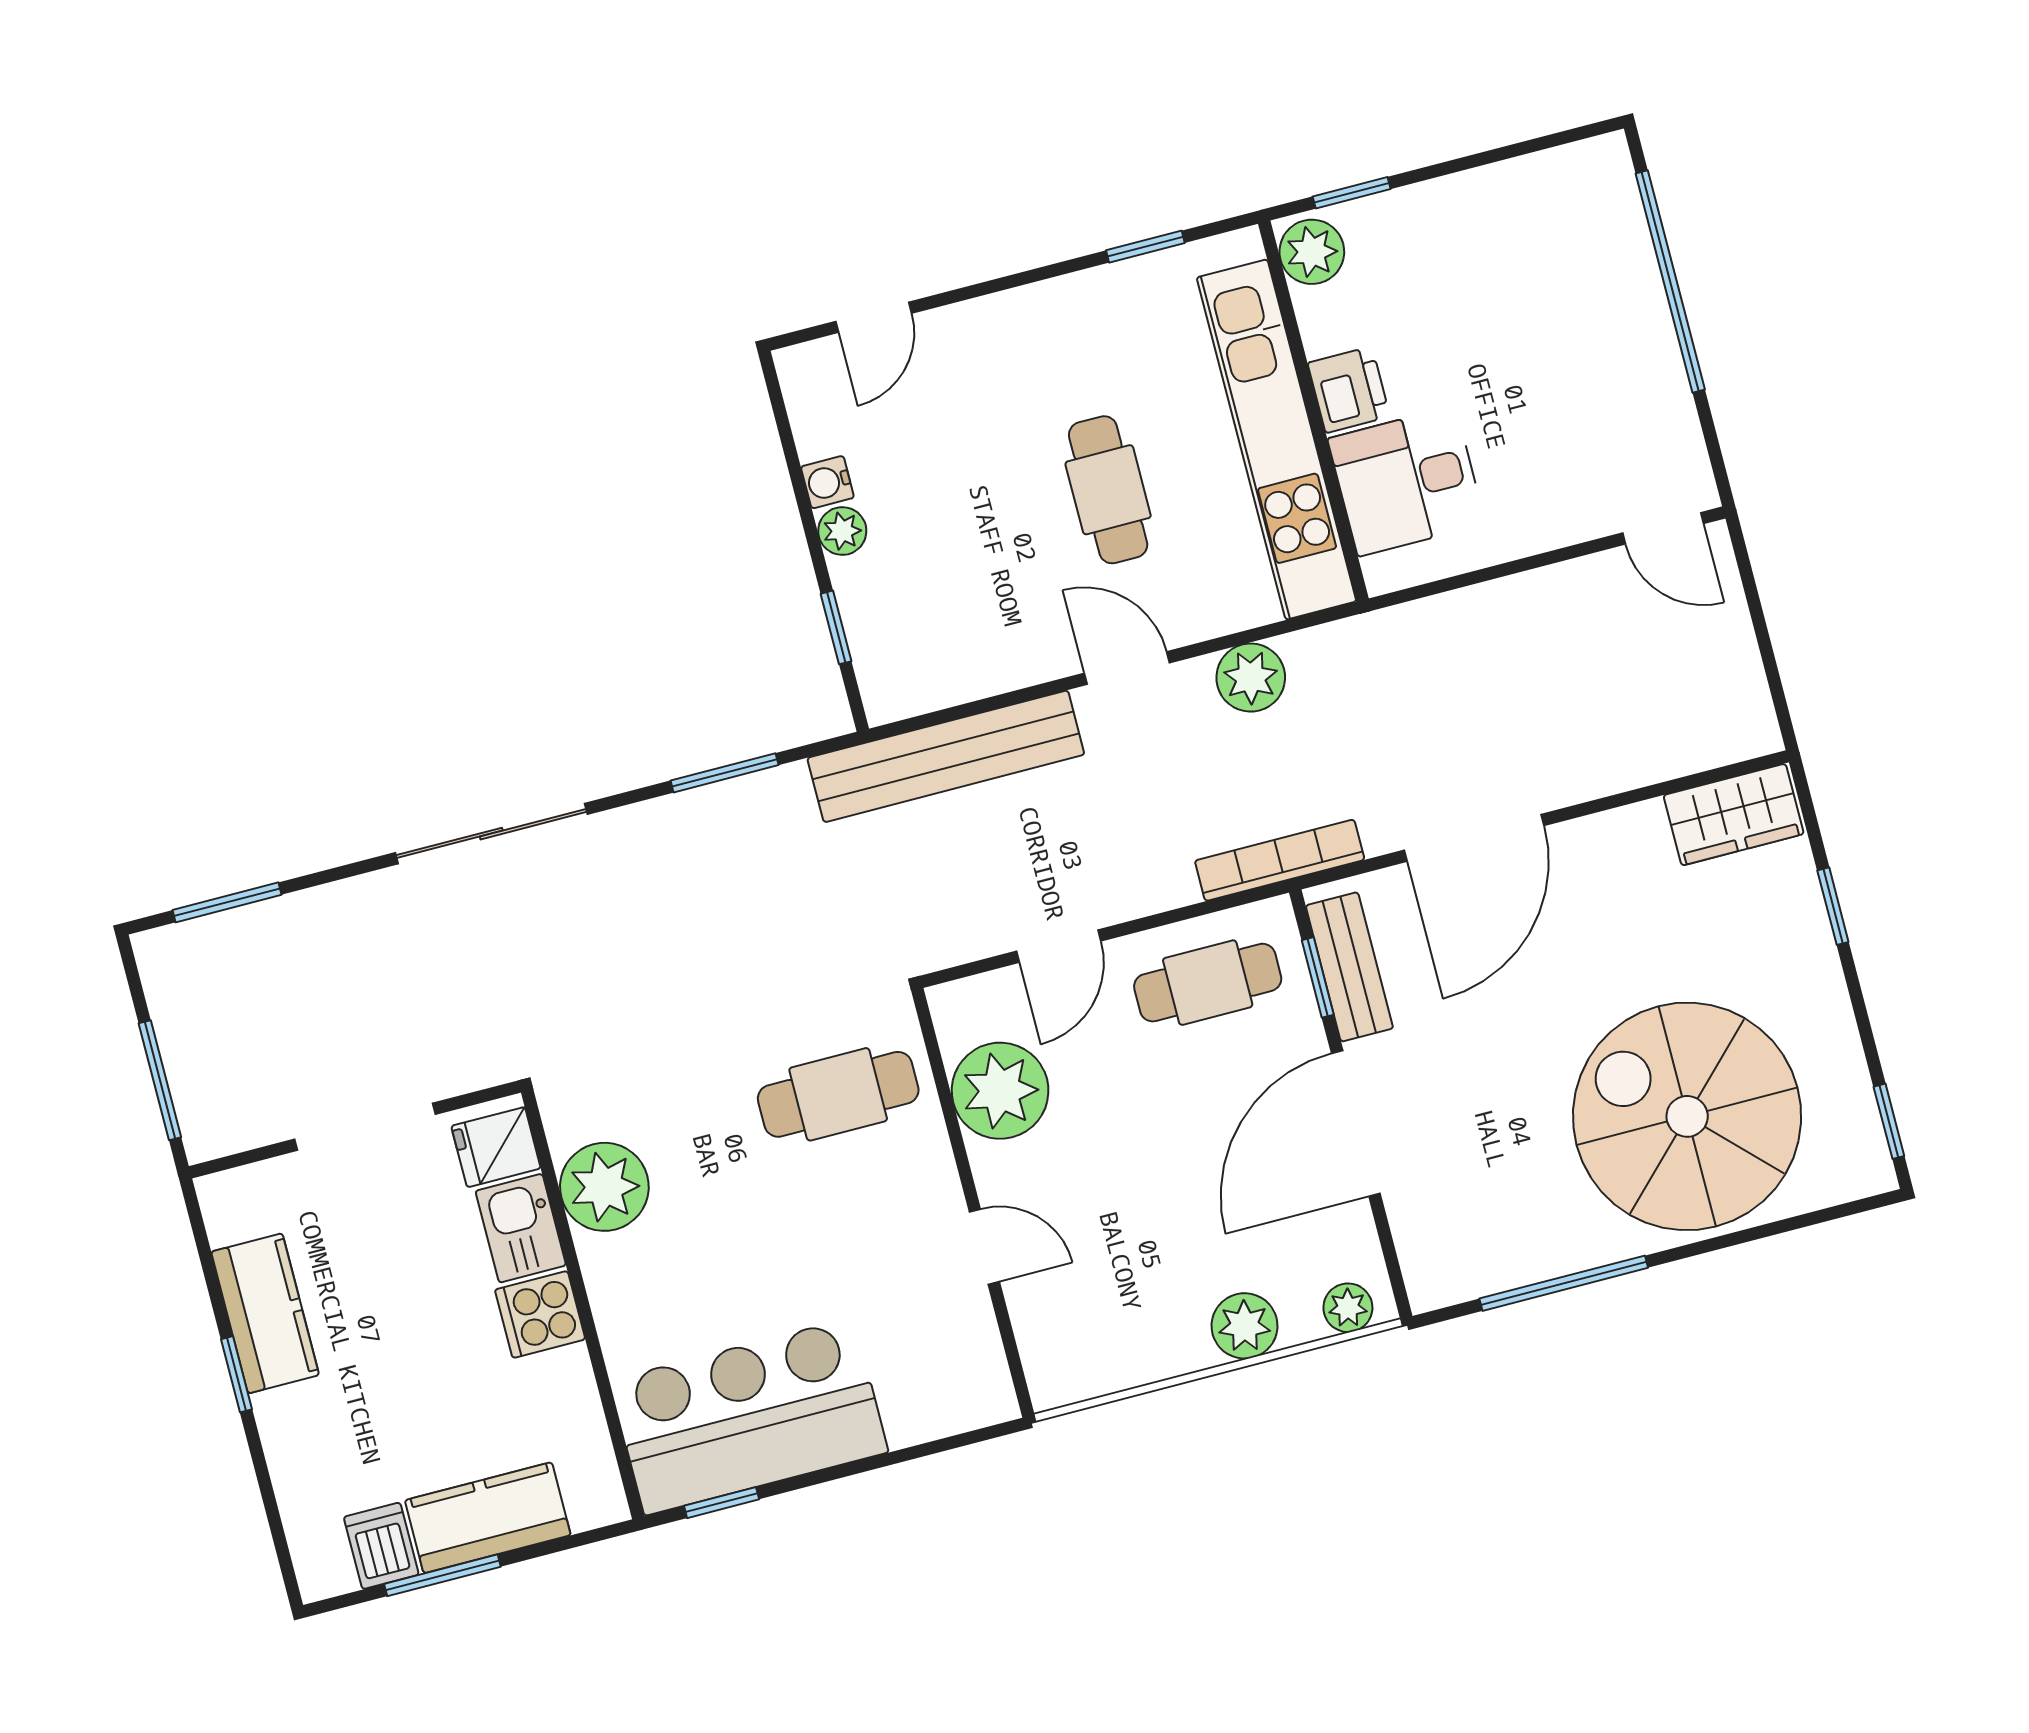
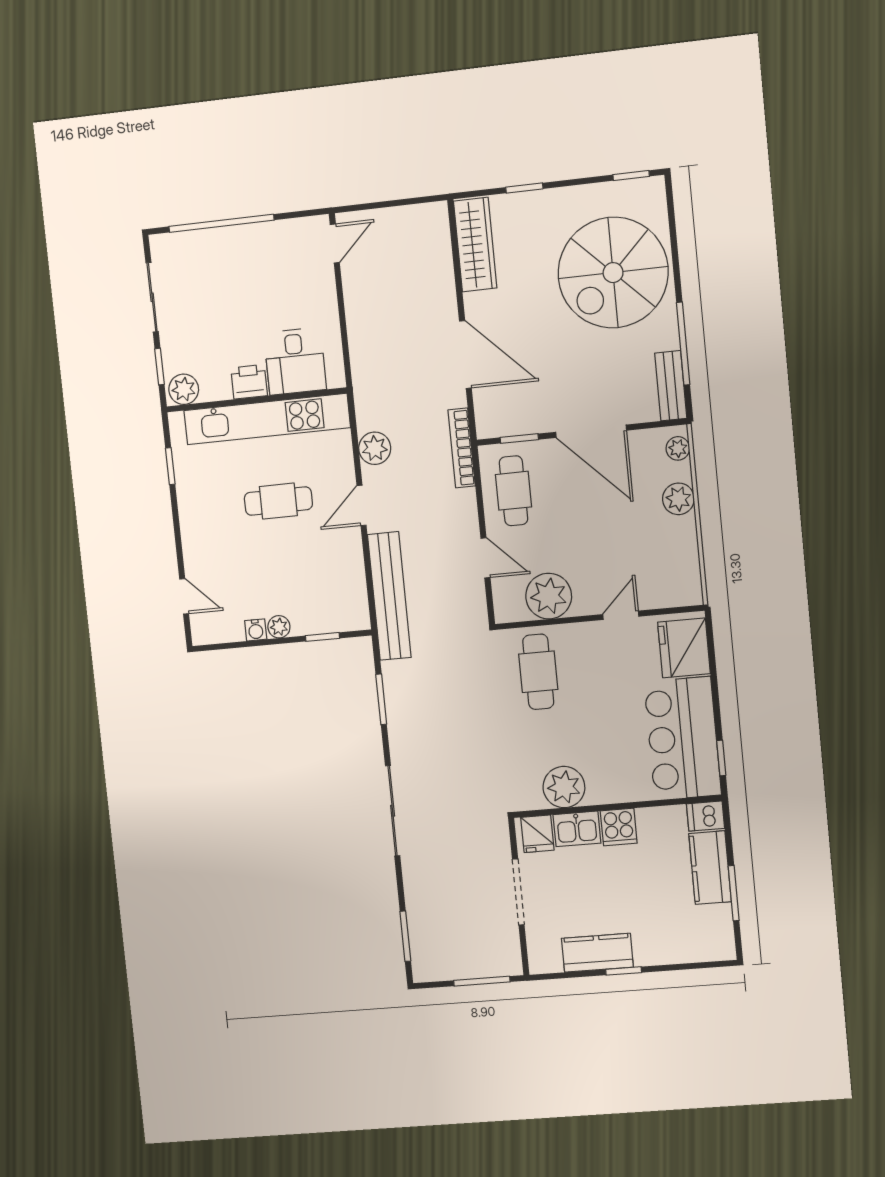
sliding door: (1495, 156) -> (152, 297), added
wardrobe: (1734, 815) -> (475, 245), width x1.50
bench: (1349, 967) -> (671, 386), moved, turned 90
fridge: (938, 1388) -> (684, 648), added
dishwasher: (381, 1546) -> (705, 816), moved

